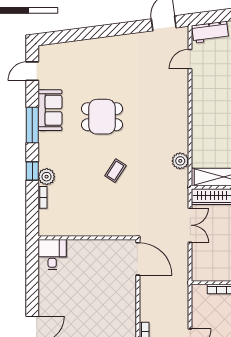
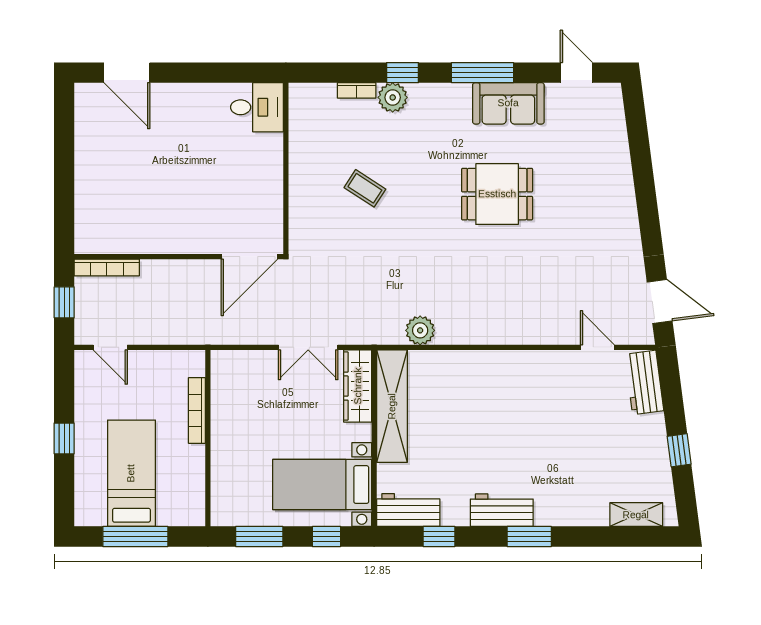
dining table: (102, 117) -> (497, 194), turned 90
coffee table: (115, 171) -> (365, 188), moved

